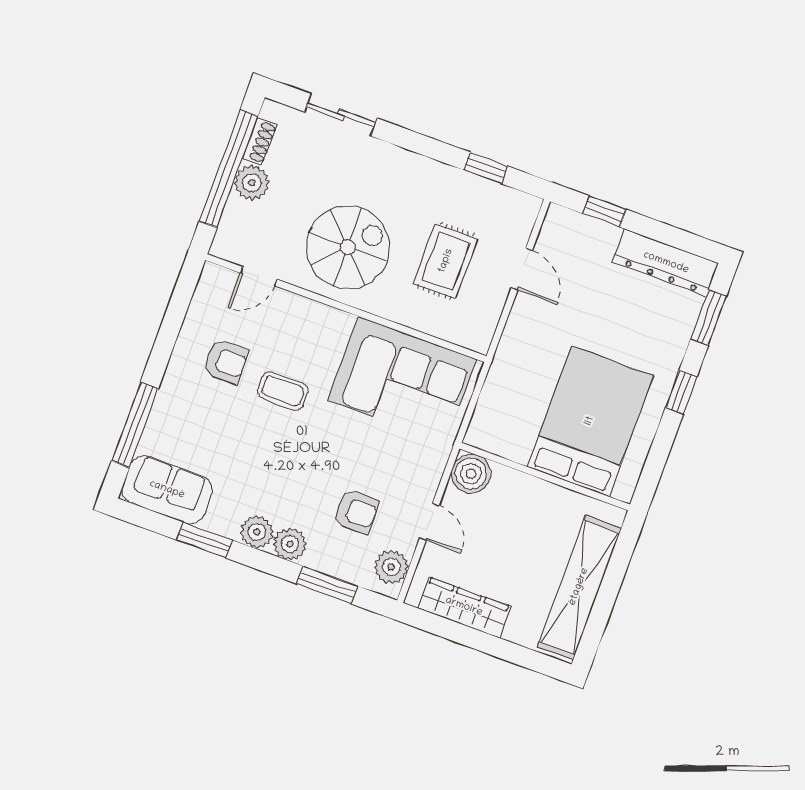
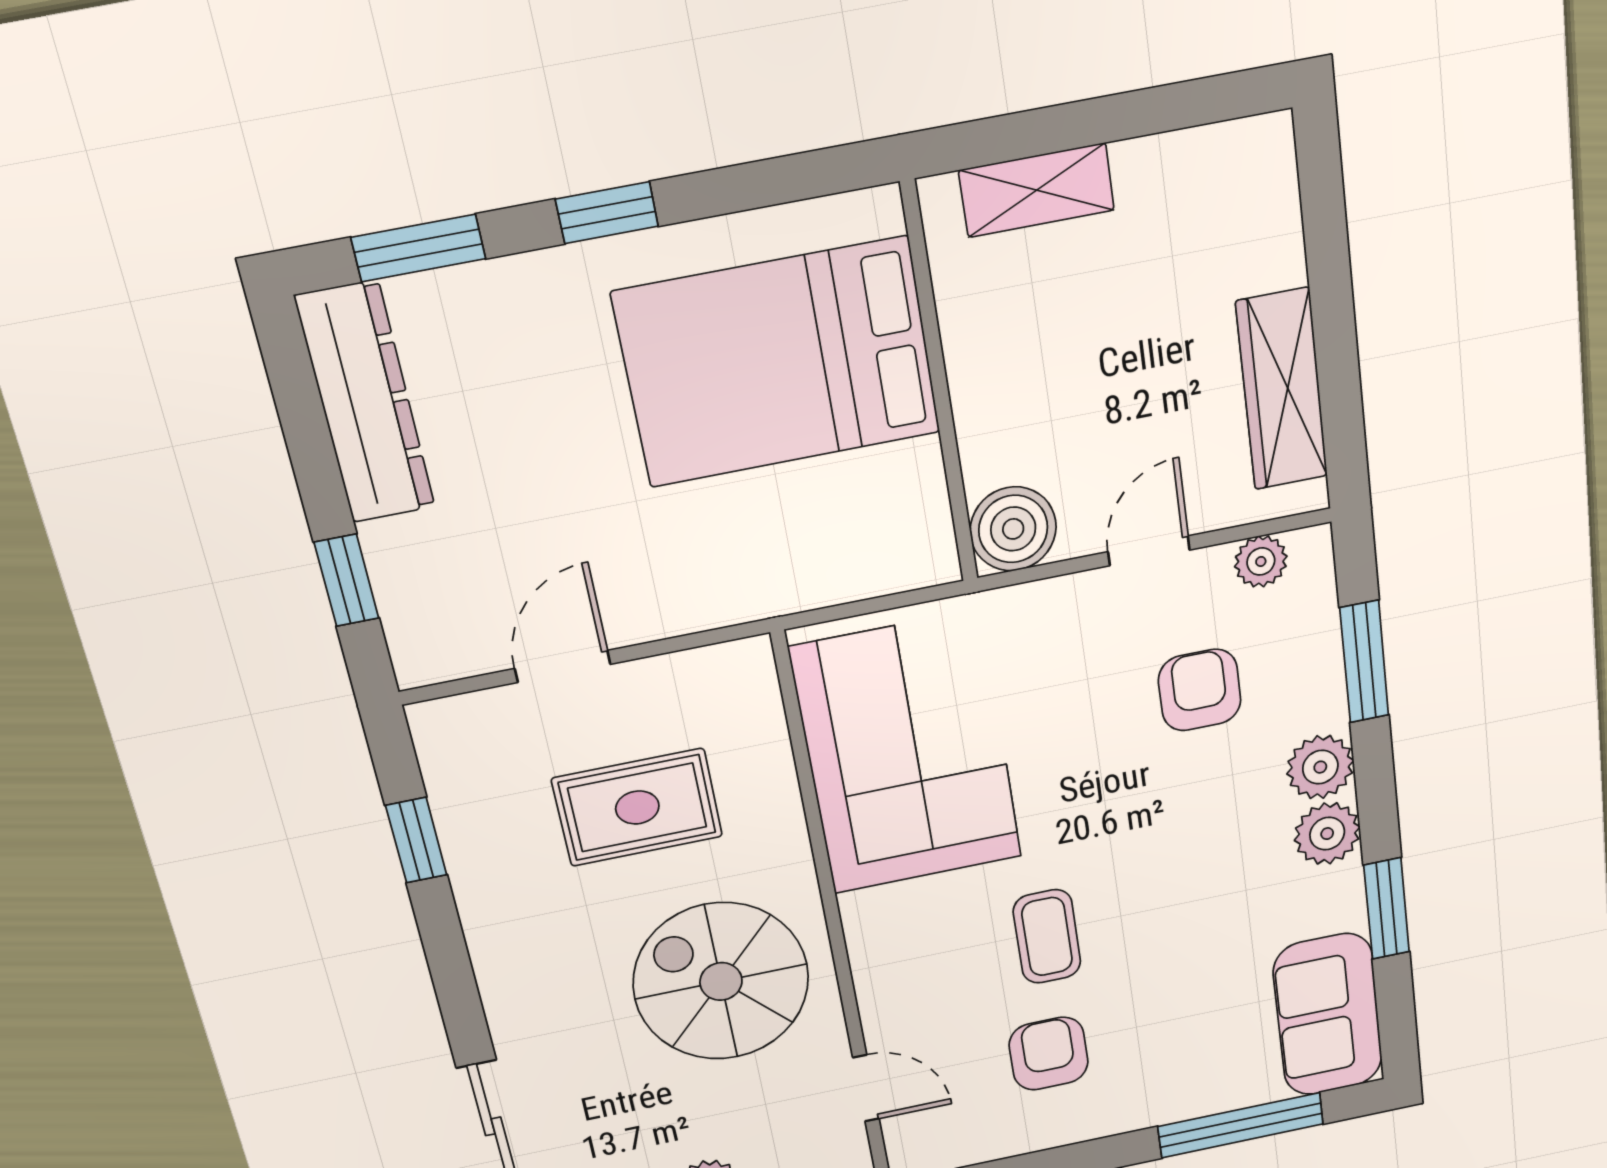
plant: (391, 567) -> (1261, 561), width x0.73, depth x0.73
shelving: (579, 587) -> (1037, 190), width x0.45, depth x0.75

